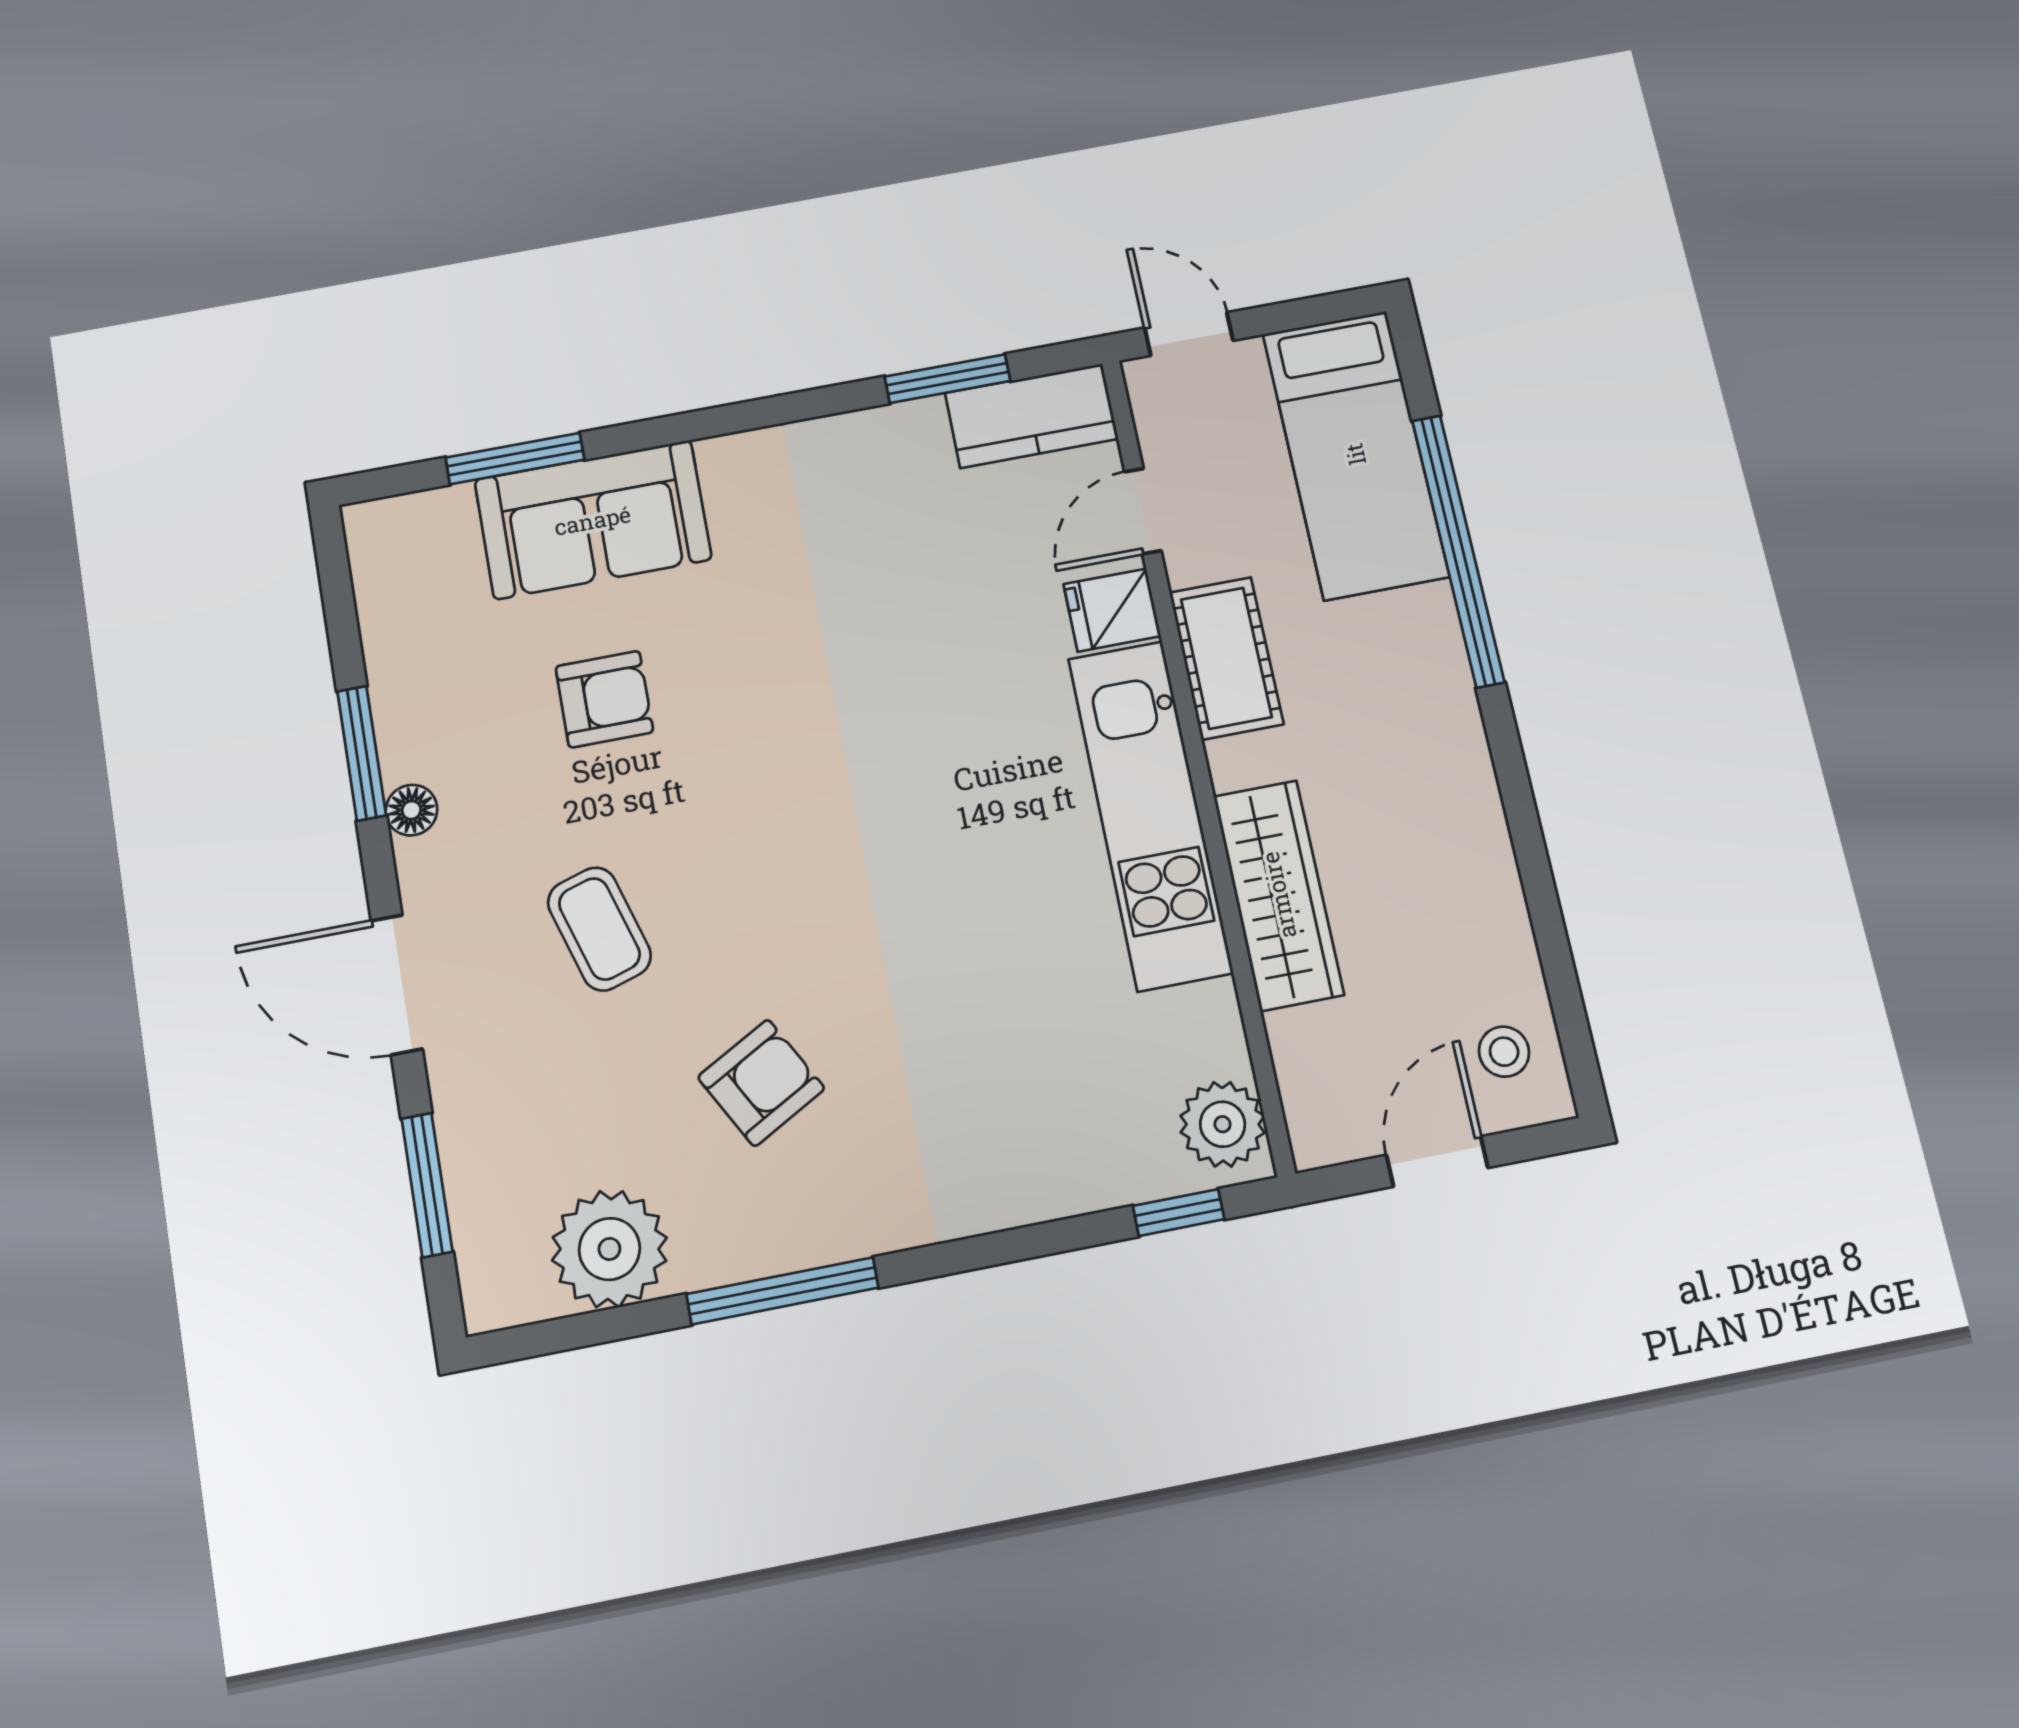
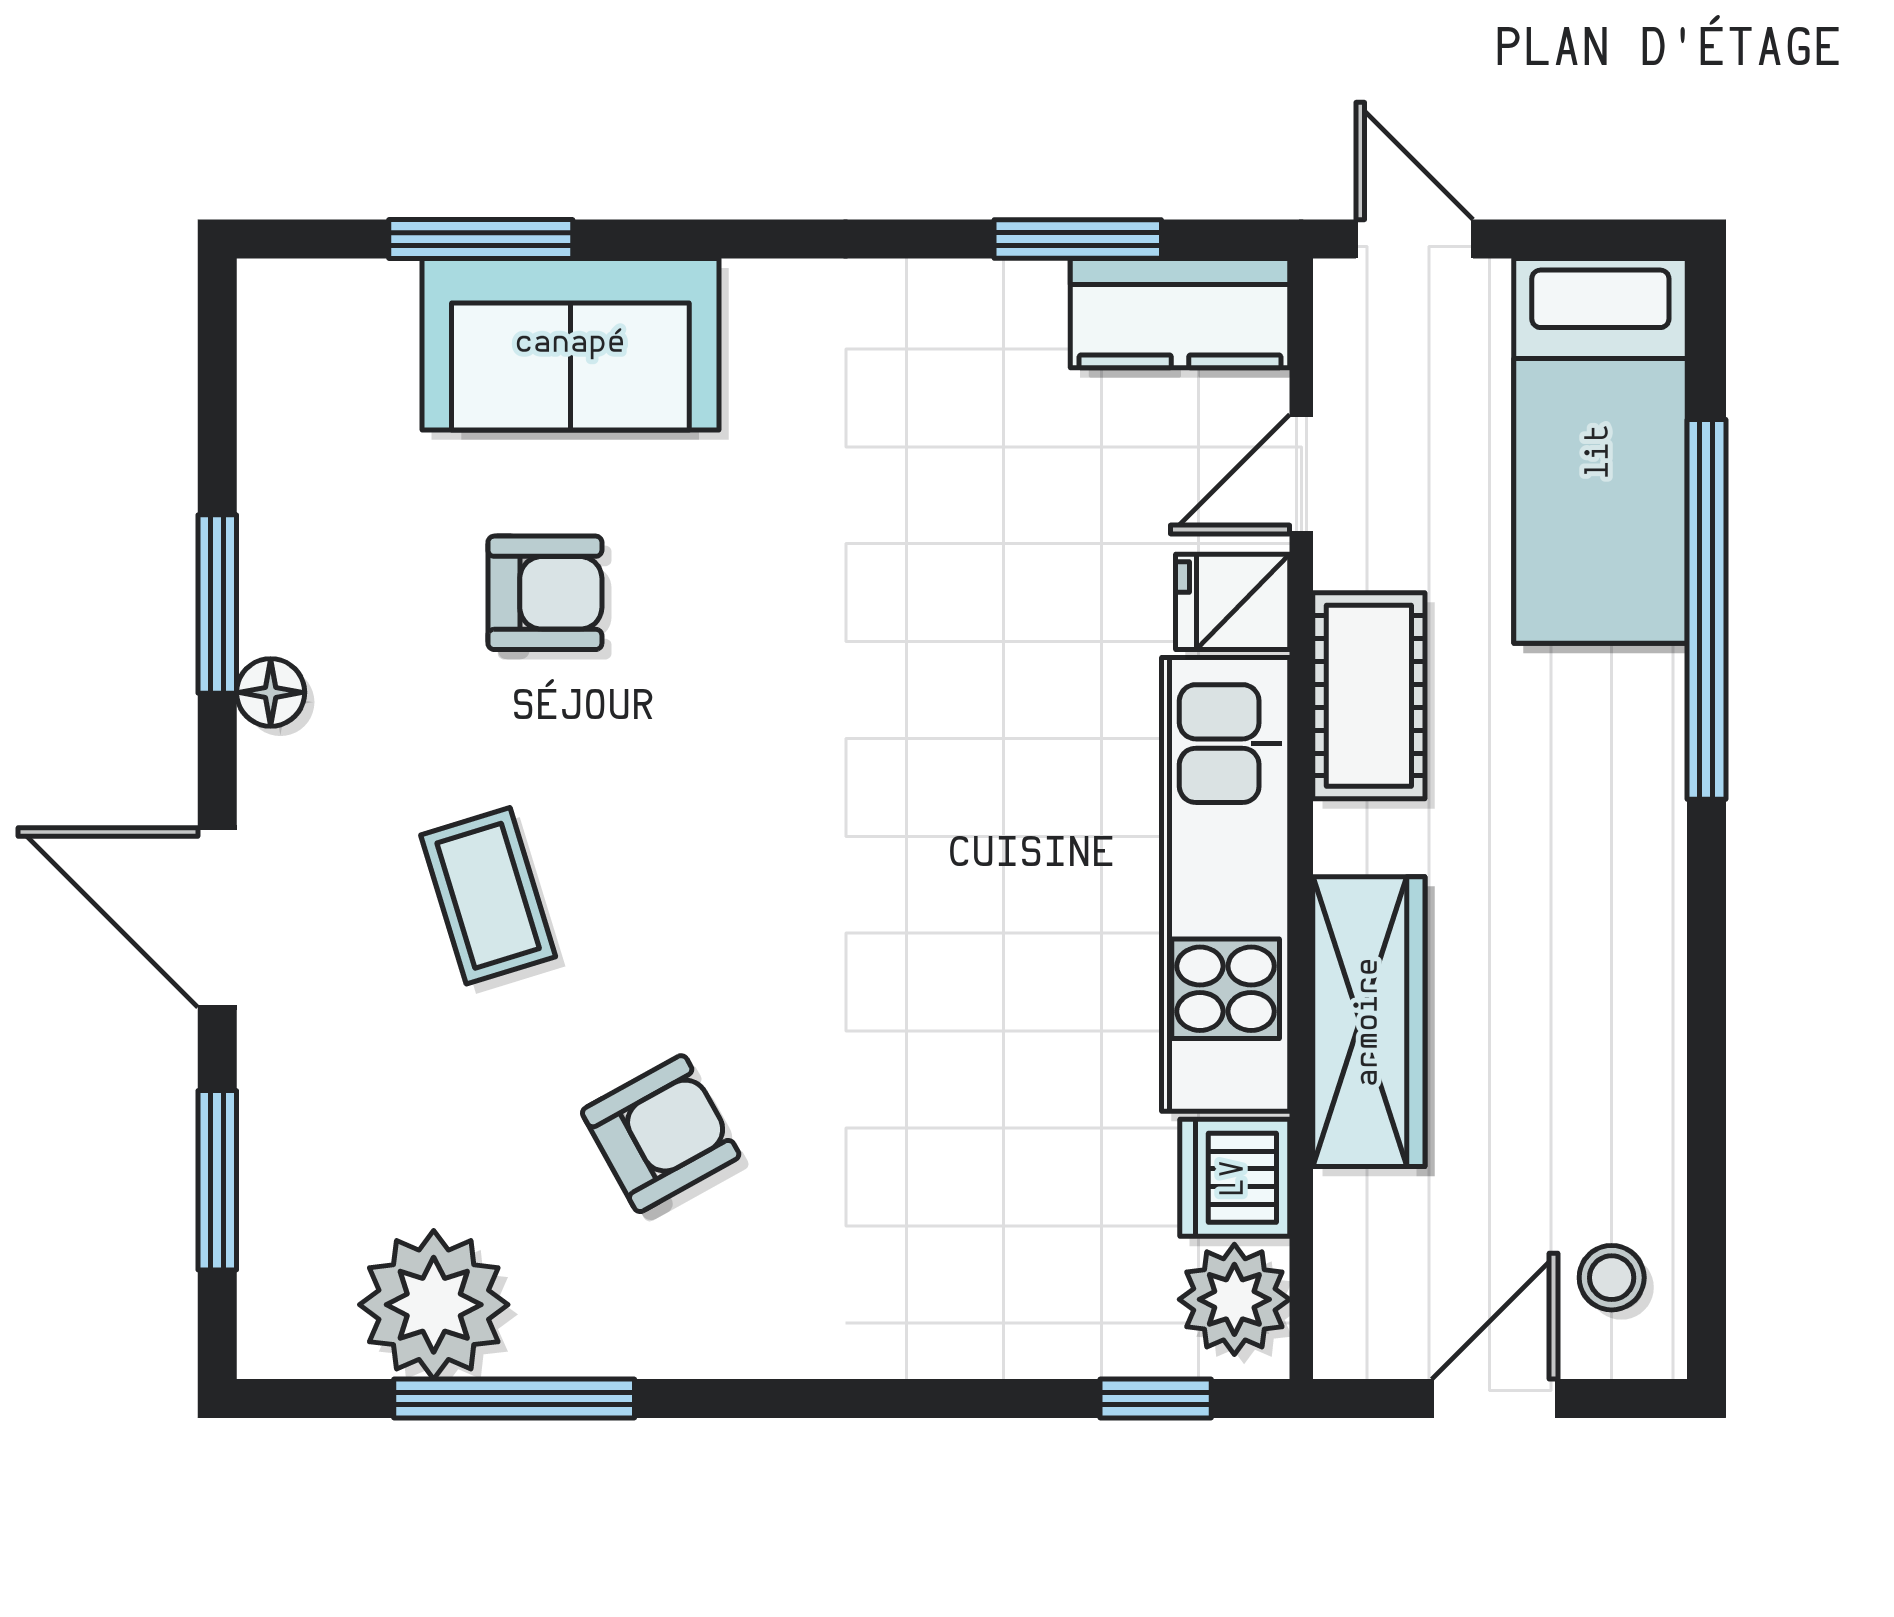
dishwasher: (1203, 1032) -> (1235, 1178), added
window: (782, 1291) -> (514, 1398), moved

